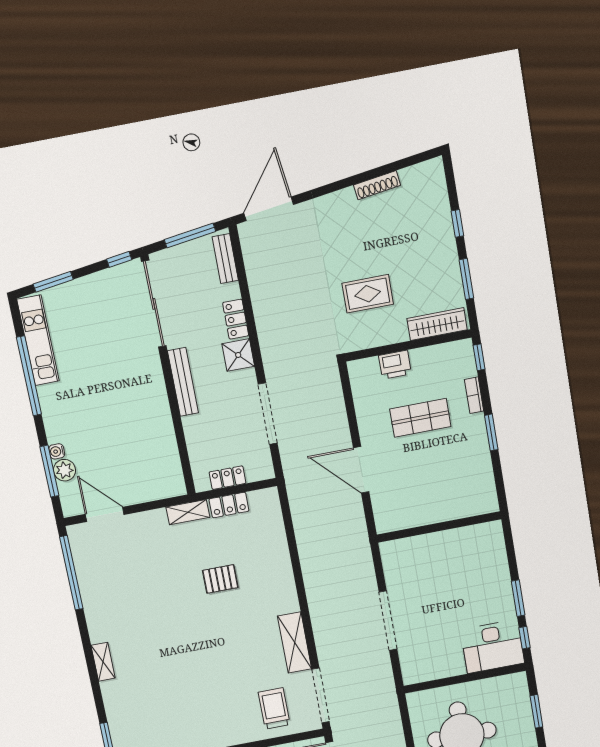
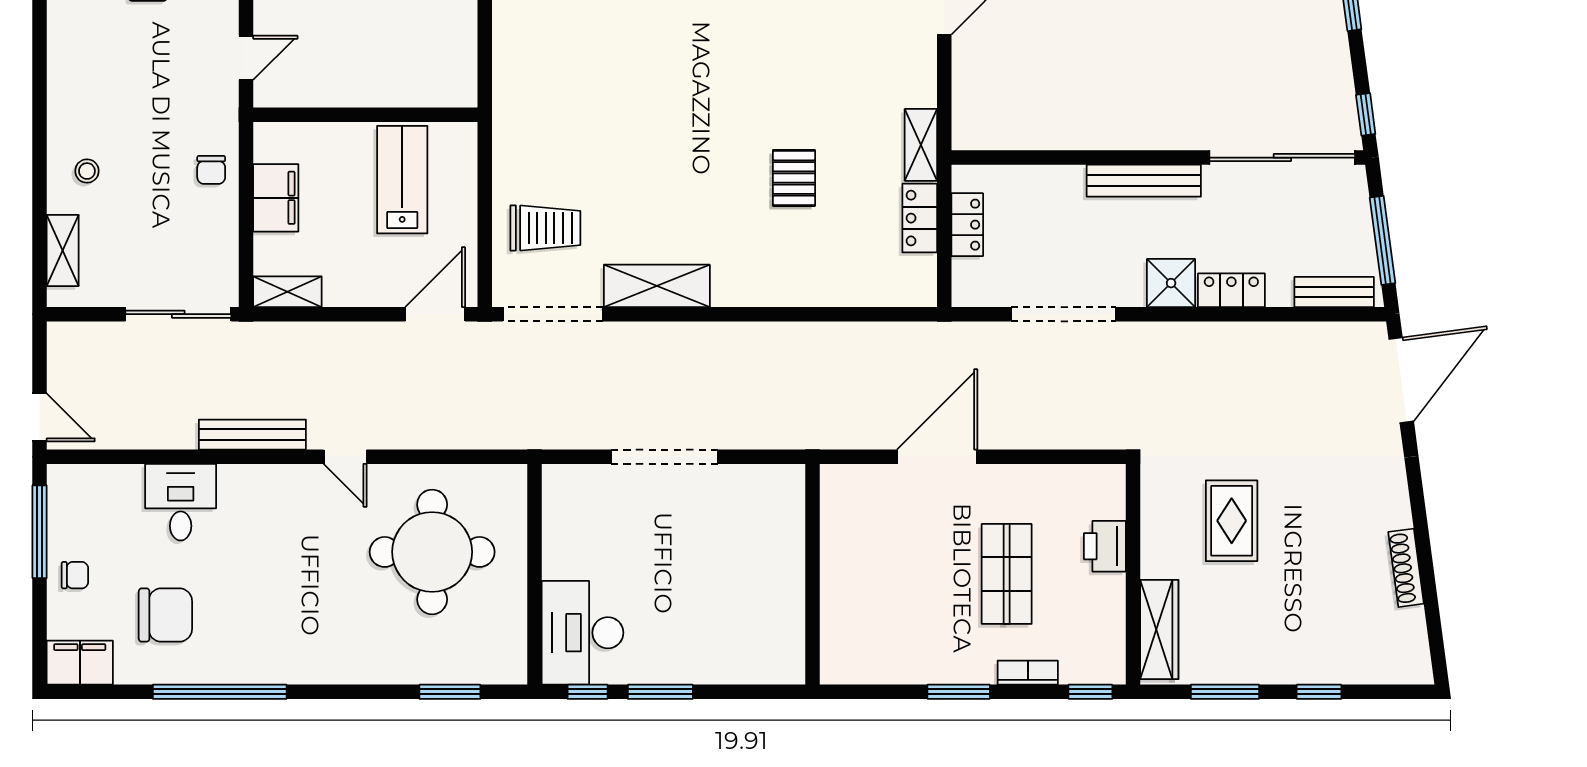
door: (269, 209) -> (1401, 380), hinge flipped

